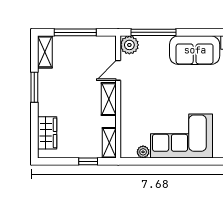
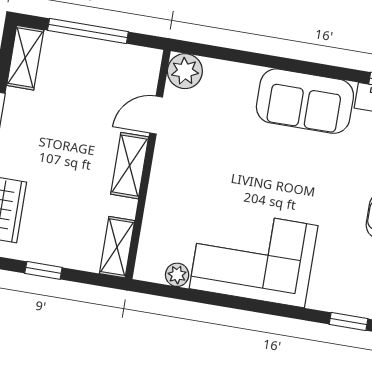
window: (153, 32) -> (234, 55), removed
window: (88, 161) -> (43, 270), moved

